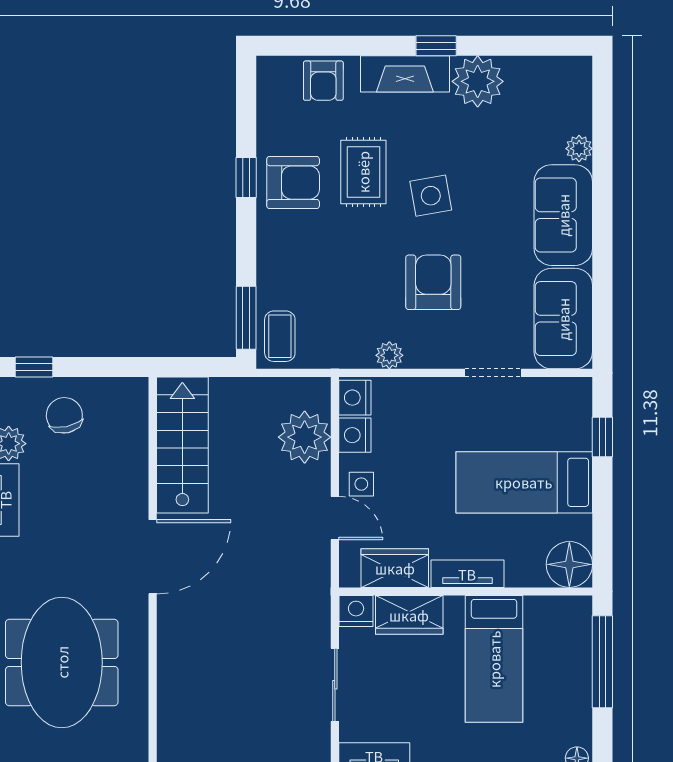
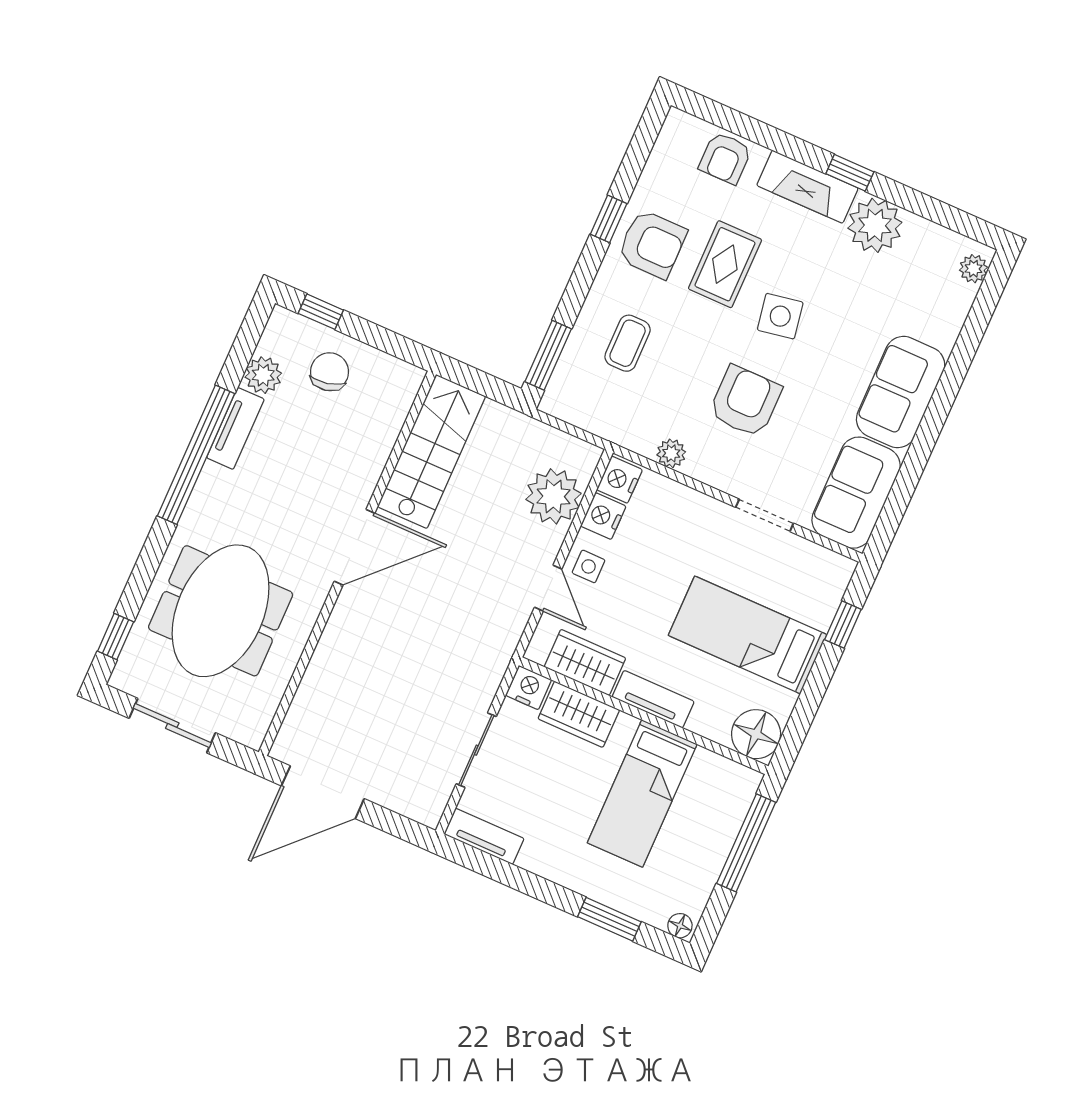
plant: (579, 149) -> (974, 269), moved
coffee table: (280, 336) -> (628, 343), moved

